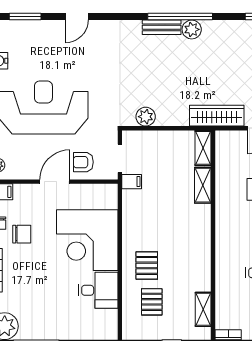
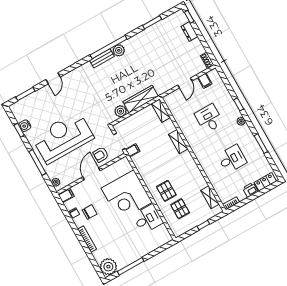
wardrobe: (217, 116) -> (141, 99), moved
shelving: (203, 185) -> (178, 142), moved

